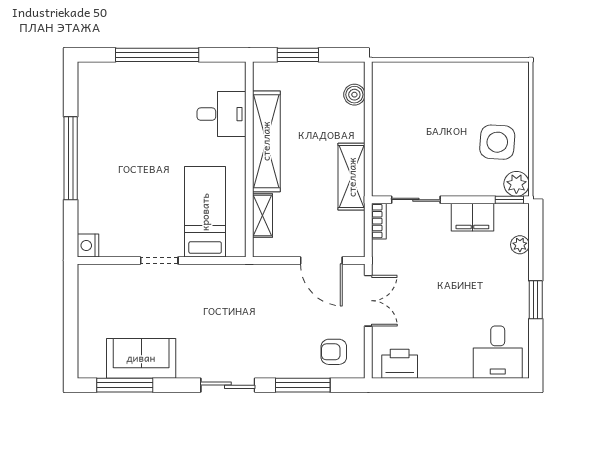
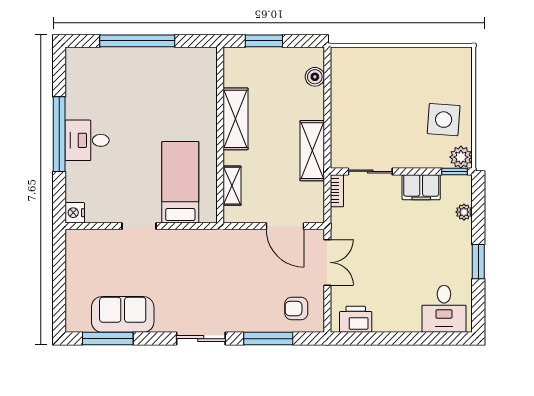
desk: (221, 114) -> (87, 140), moved, turned 180
shelving: (266, 141) -> (236, 119), width x0.68

